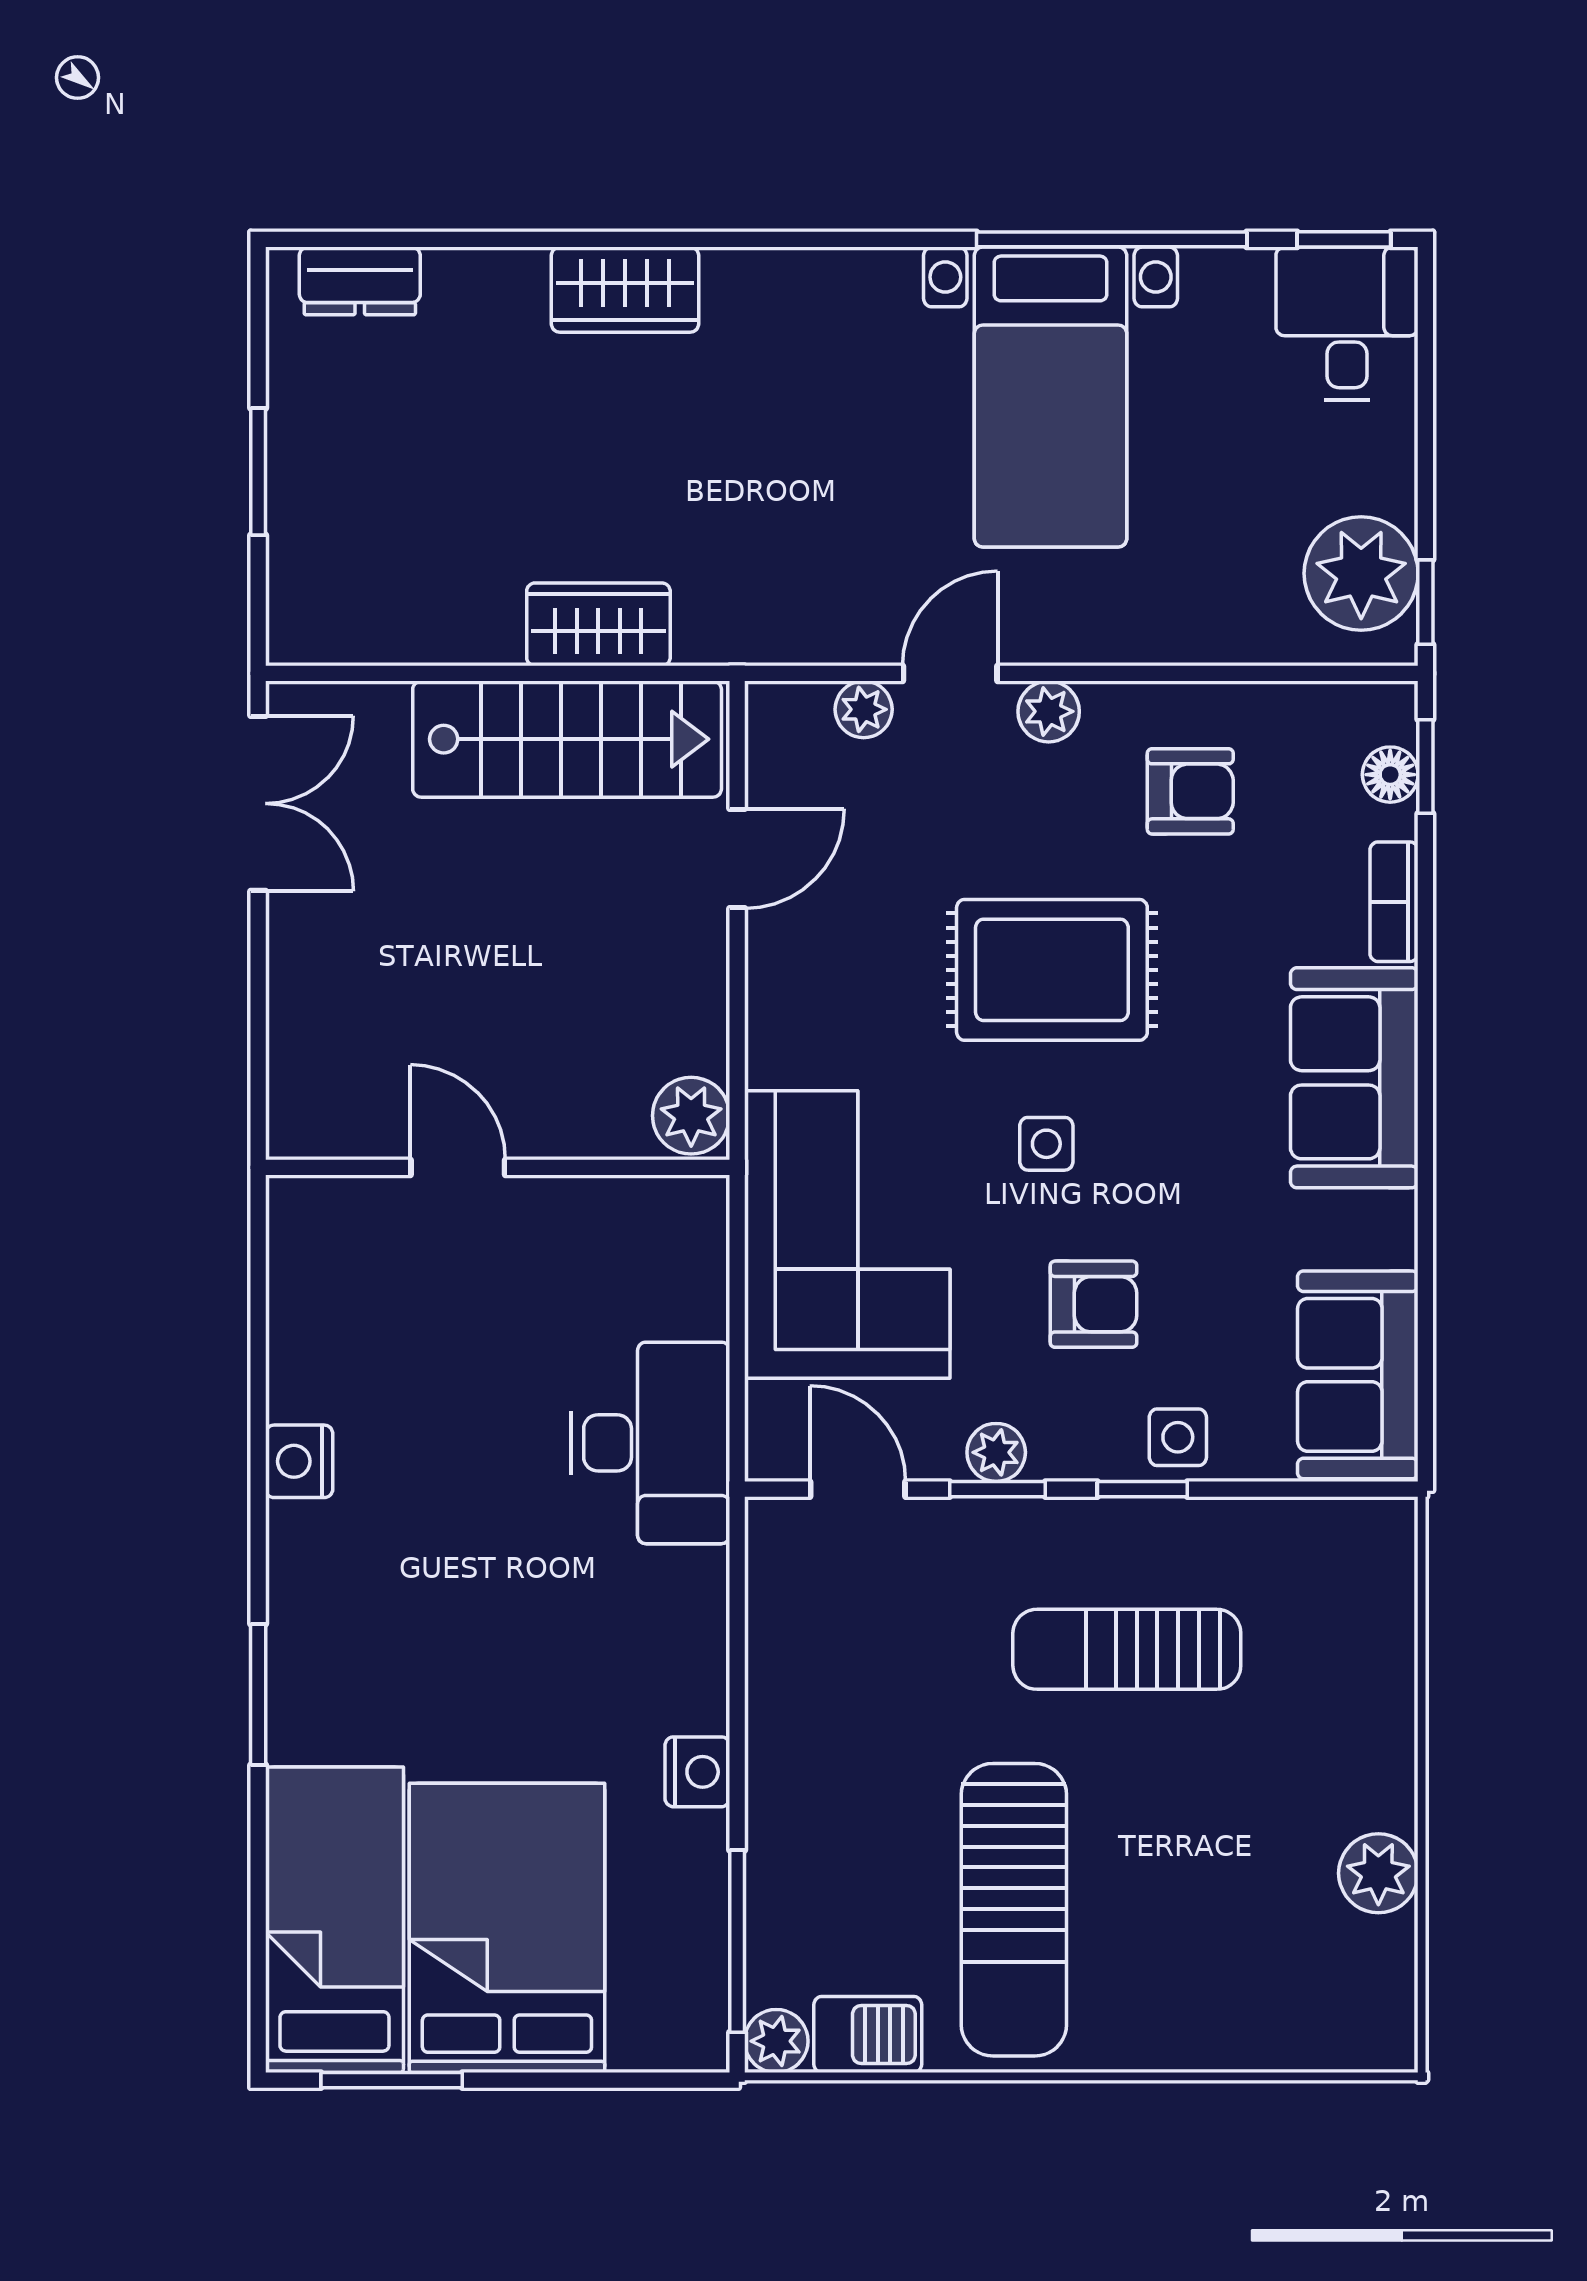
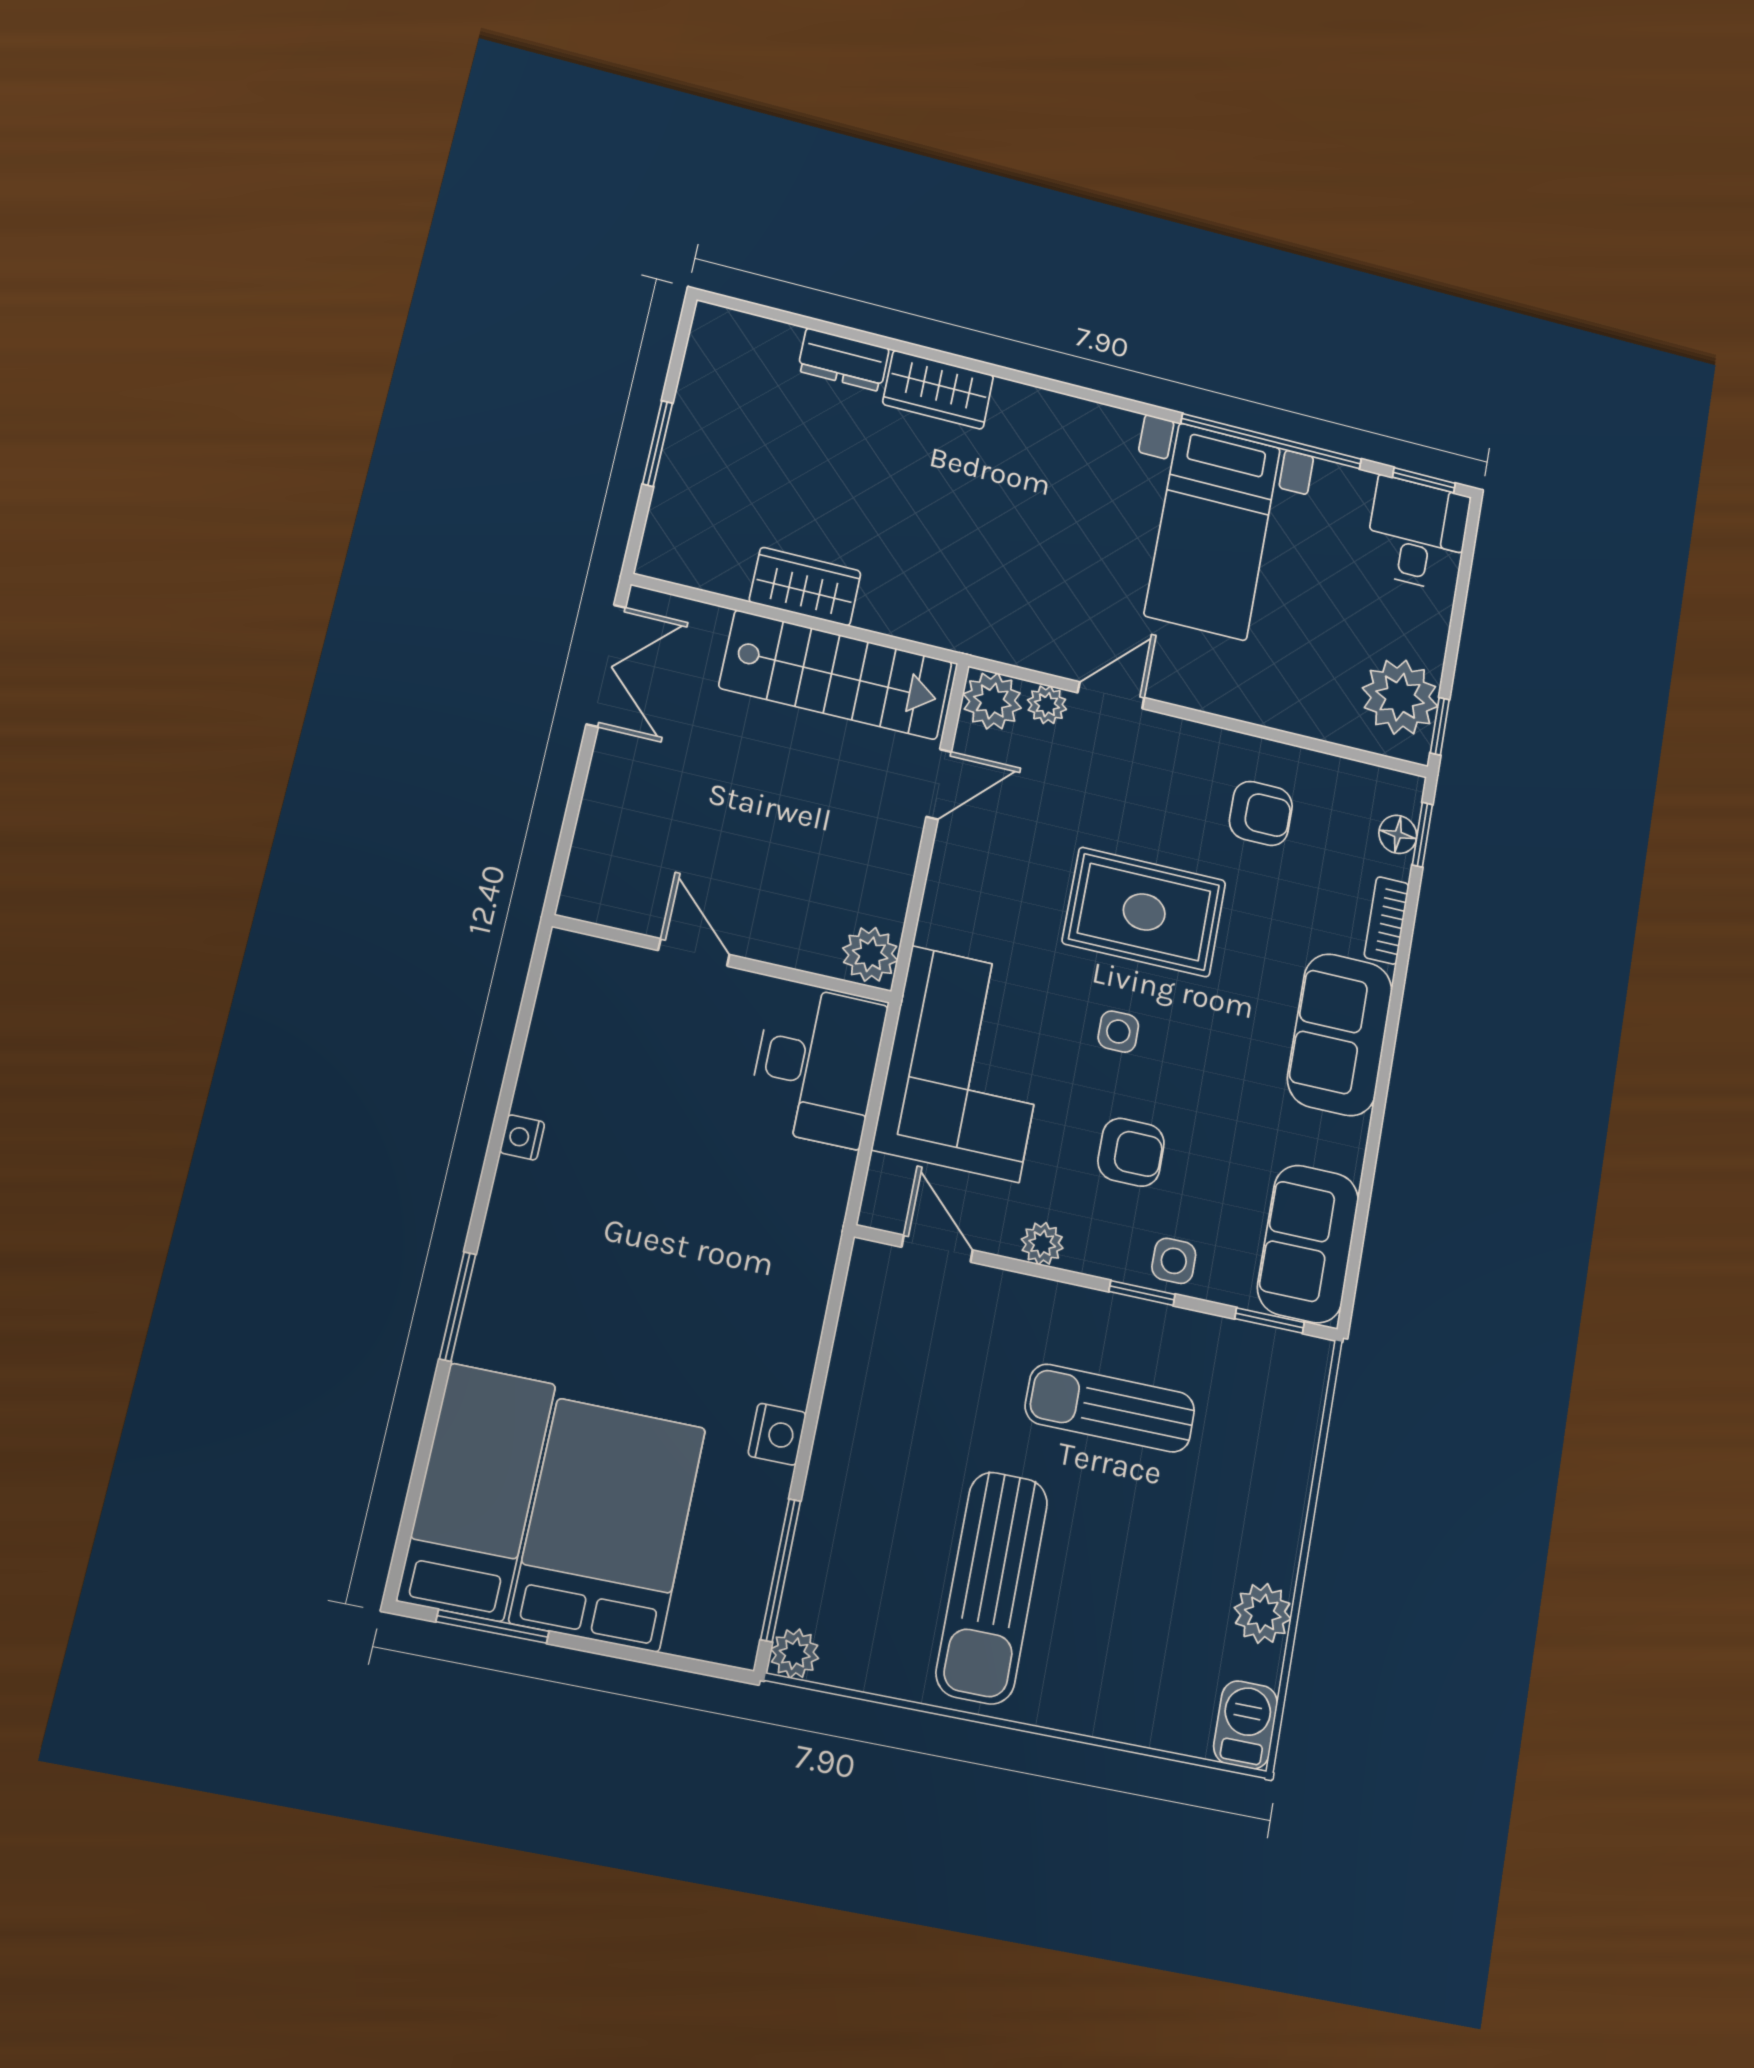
dresser: (360, 281) -> (843, 360), moved
wardrobe: (598, 624) -> (805, 587), moved
plant: (1049, 711) -> (992, 701), moved, width x1.38, depth x1.38
desk: (650, 1443) -> (817, 1065), moved
nightstand: (299, 1461) -> (522, 1137), width x0.72, depth x0.74
window: (997, 1489) -> (1270, 1320), moved
barbecue: (868, 2034) -> (1246, 1725), moved, turned -90

